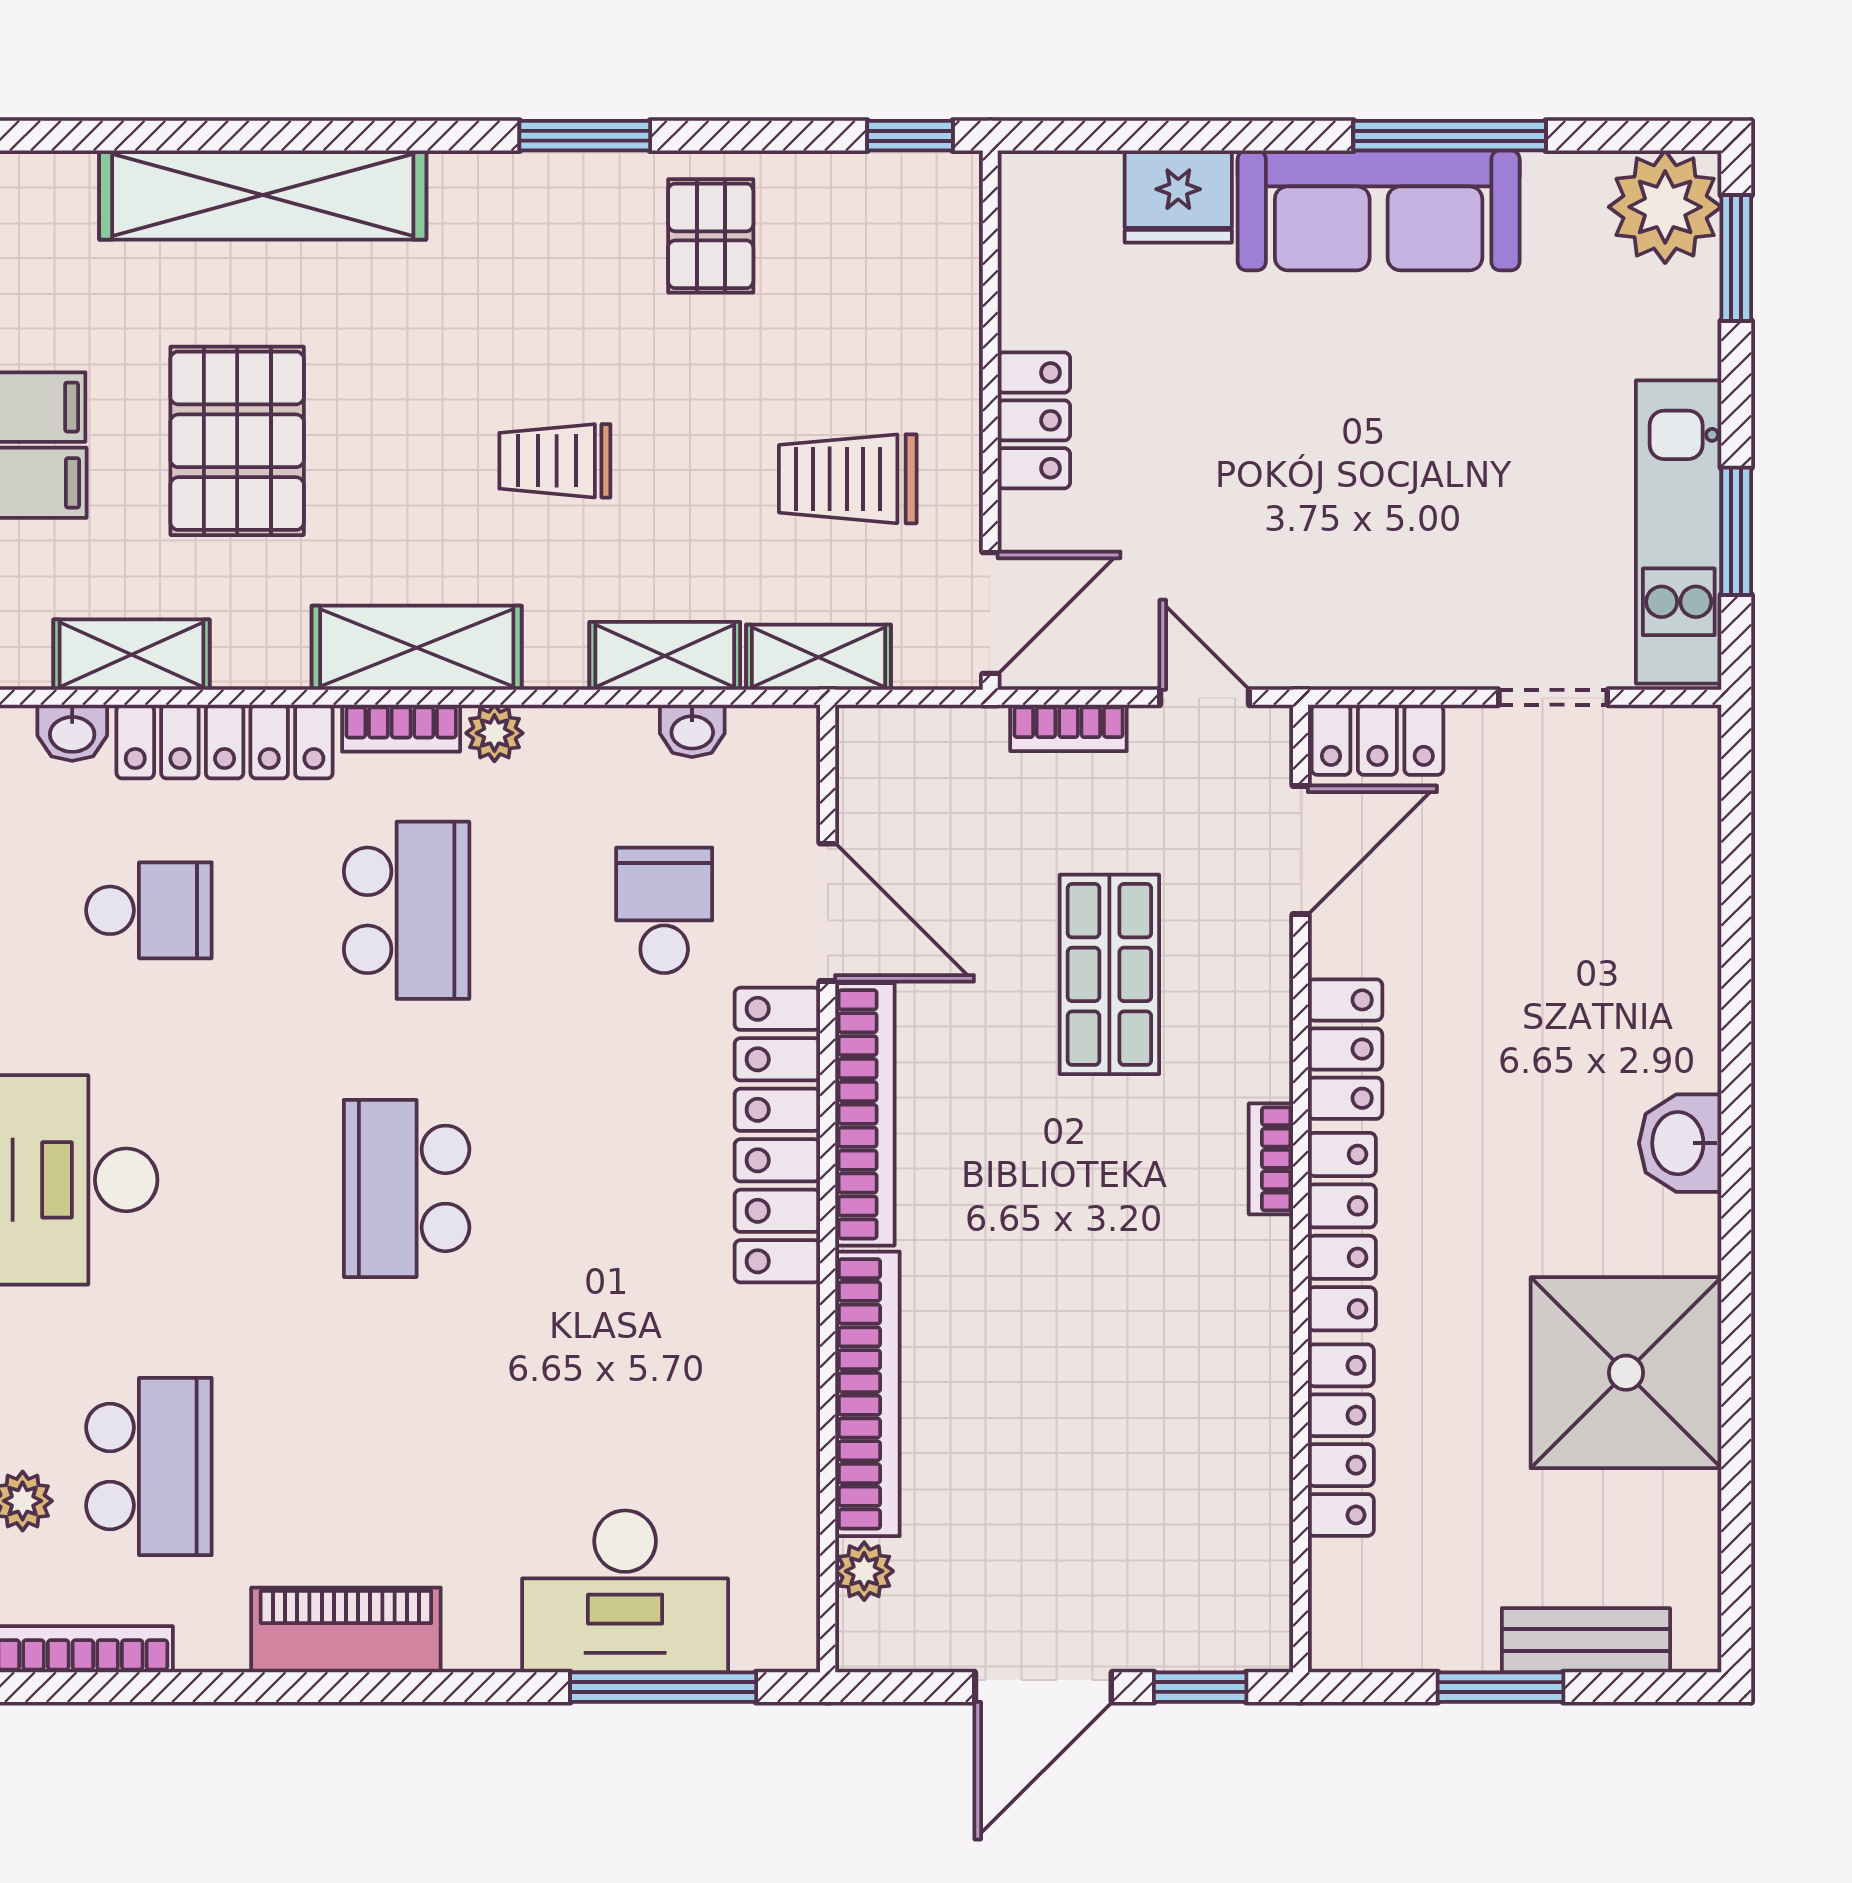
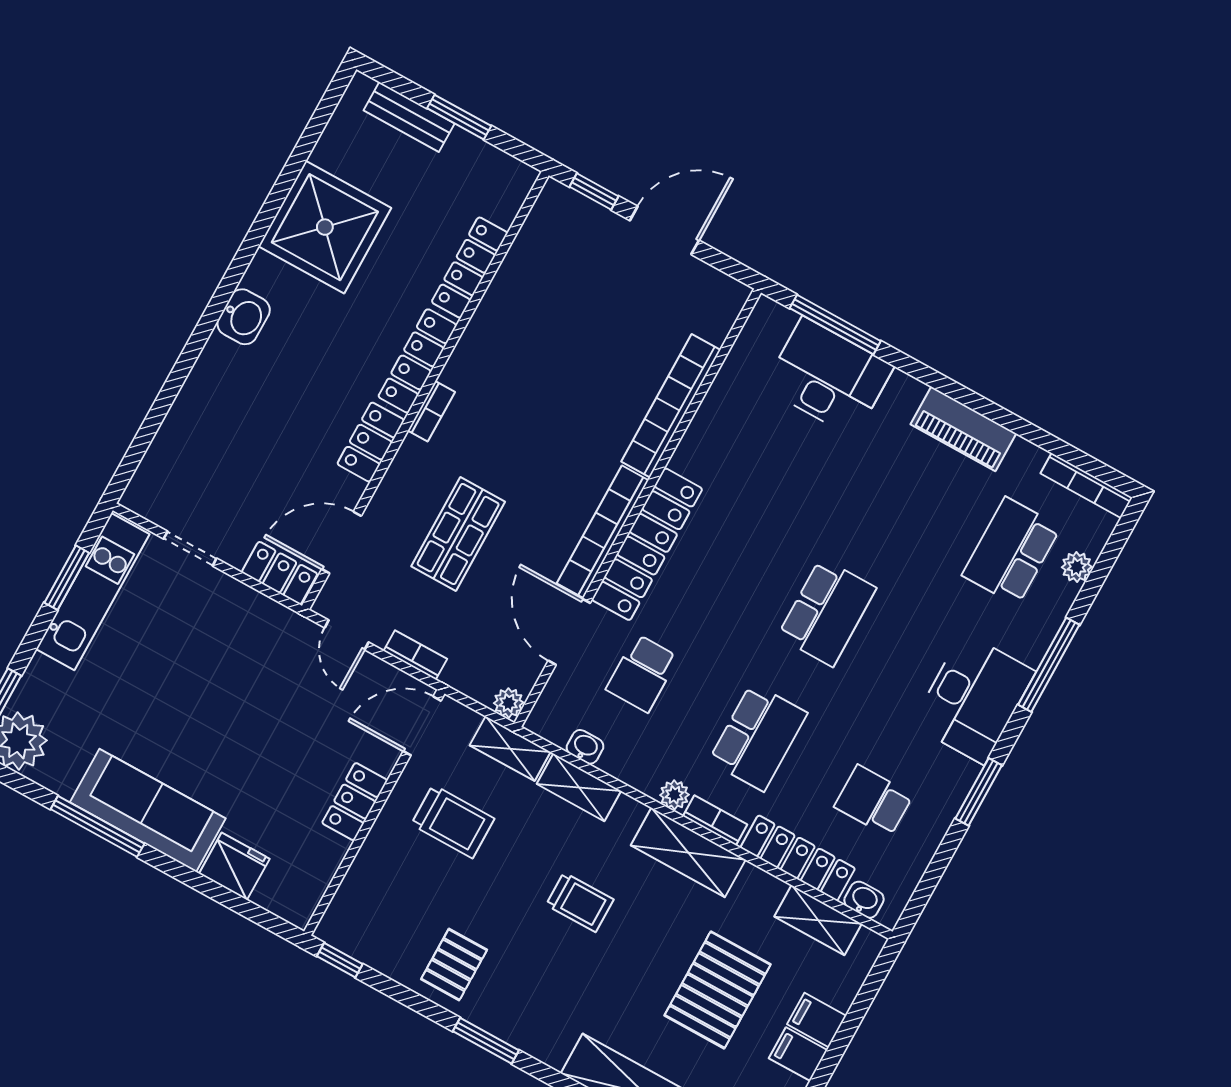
school desk: (407, 910) -> (758, 737), turned 180
plant: (864, 1571) -> (509, 703), moved

